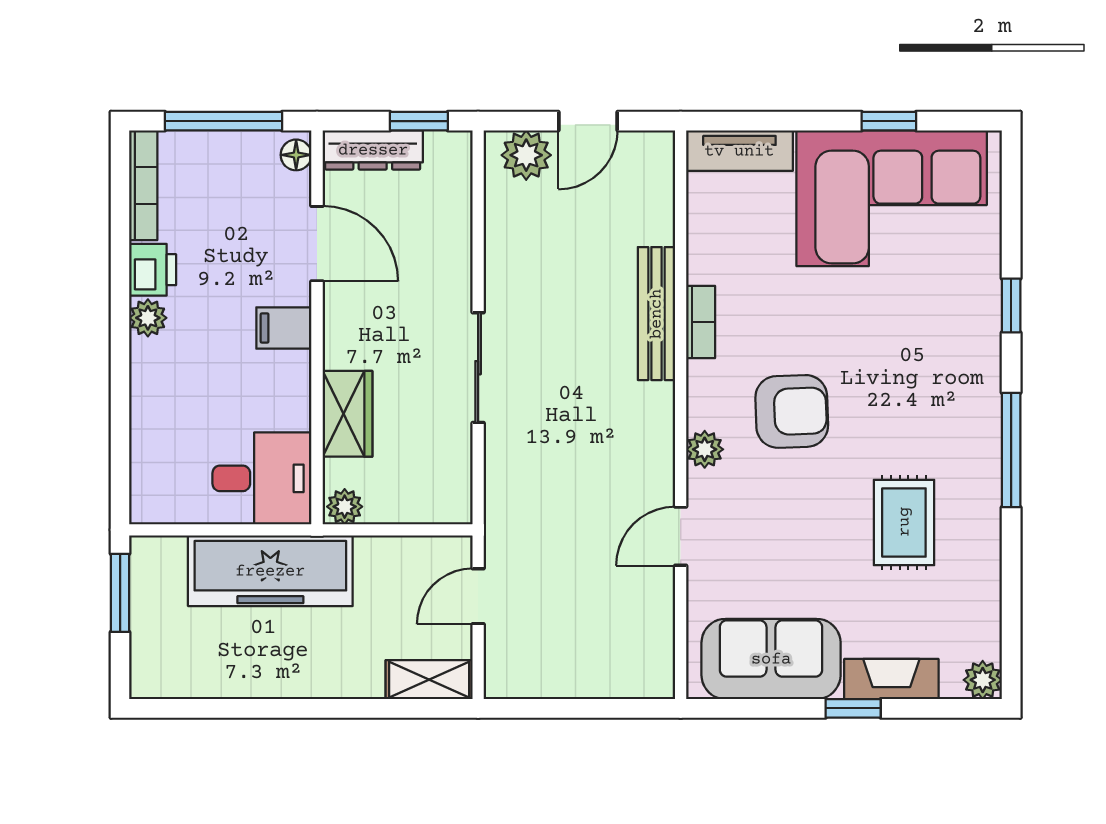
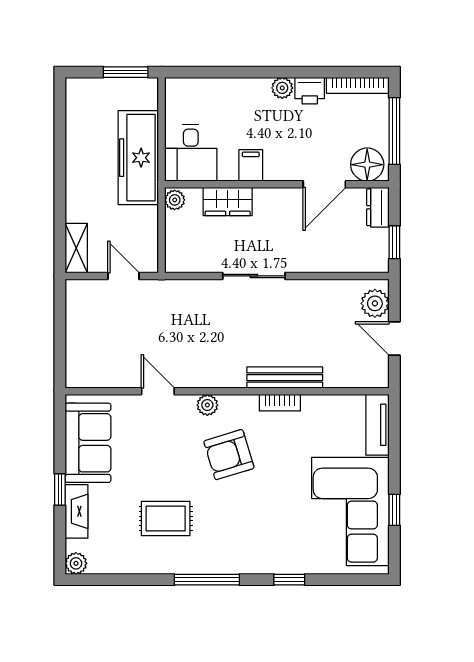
dresser: (373, 150) -> (378, 207), width x0.70
floor lamp: (296, 155) -> (367, 165), width x1.89, depth x1.89
filing cabinet: (284, 328) -> (251, 165), moved
armchair: (792, 411) -> (229, 455), turned 75

